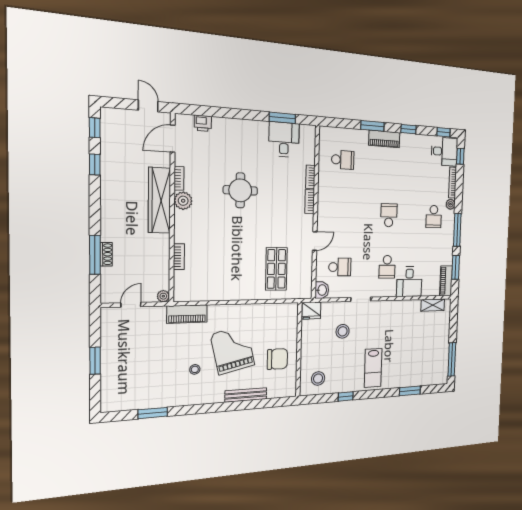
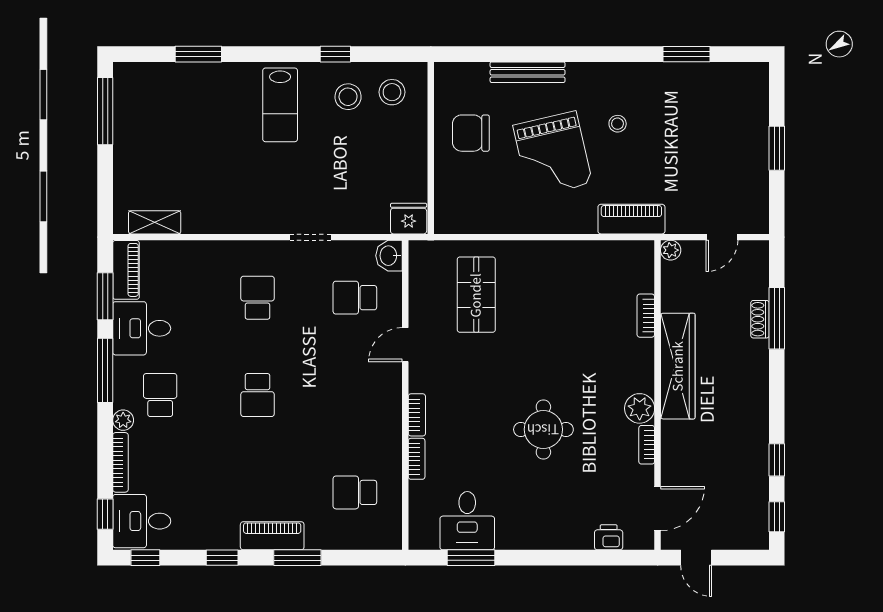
wardrobe: (159, 200) -> (678, 366), moved
desk: (409, 282) -> (142, 328), moved, turned -90
stool: (343, 331) -> (348, 97), moved
lab bench: (373, 368) -> (280, 105), turned 180

